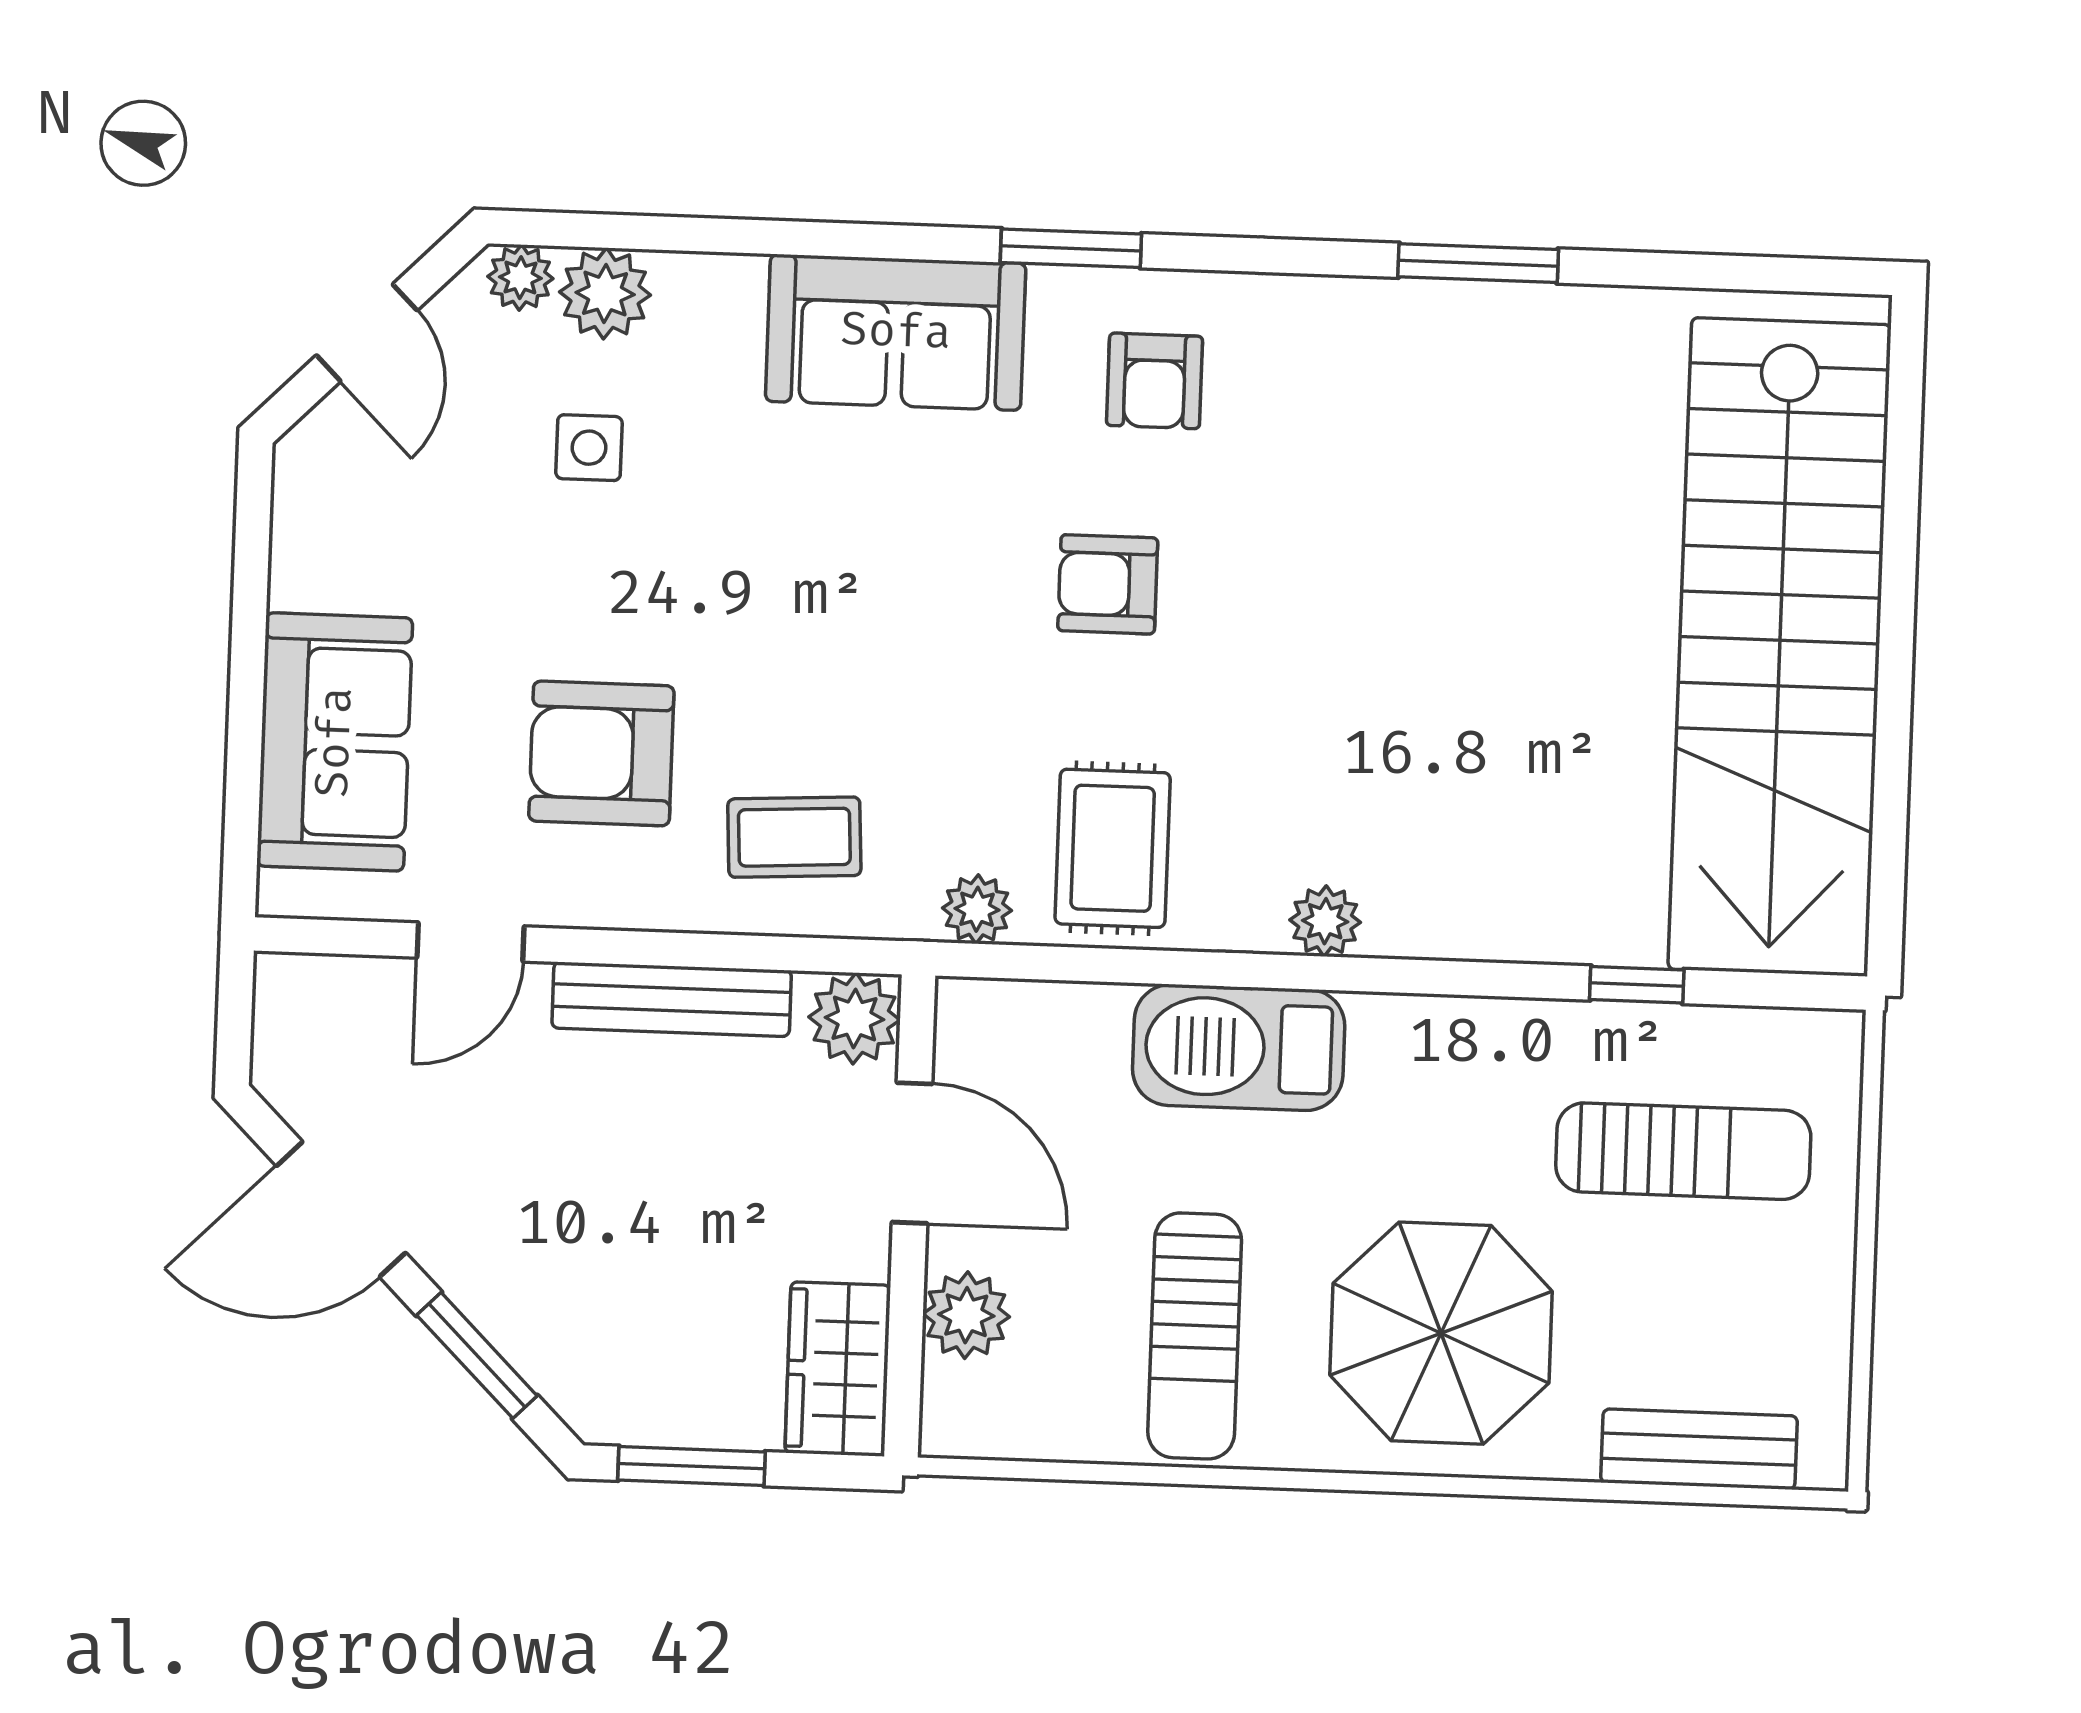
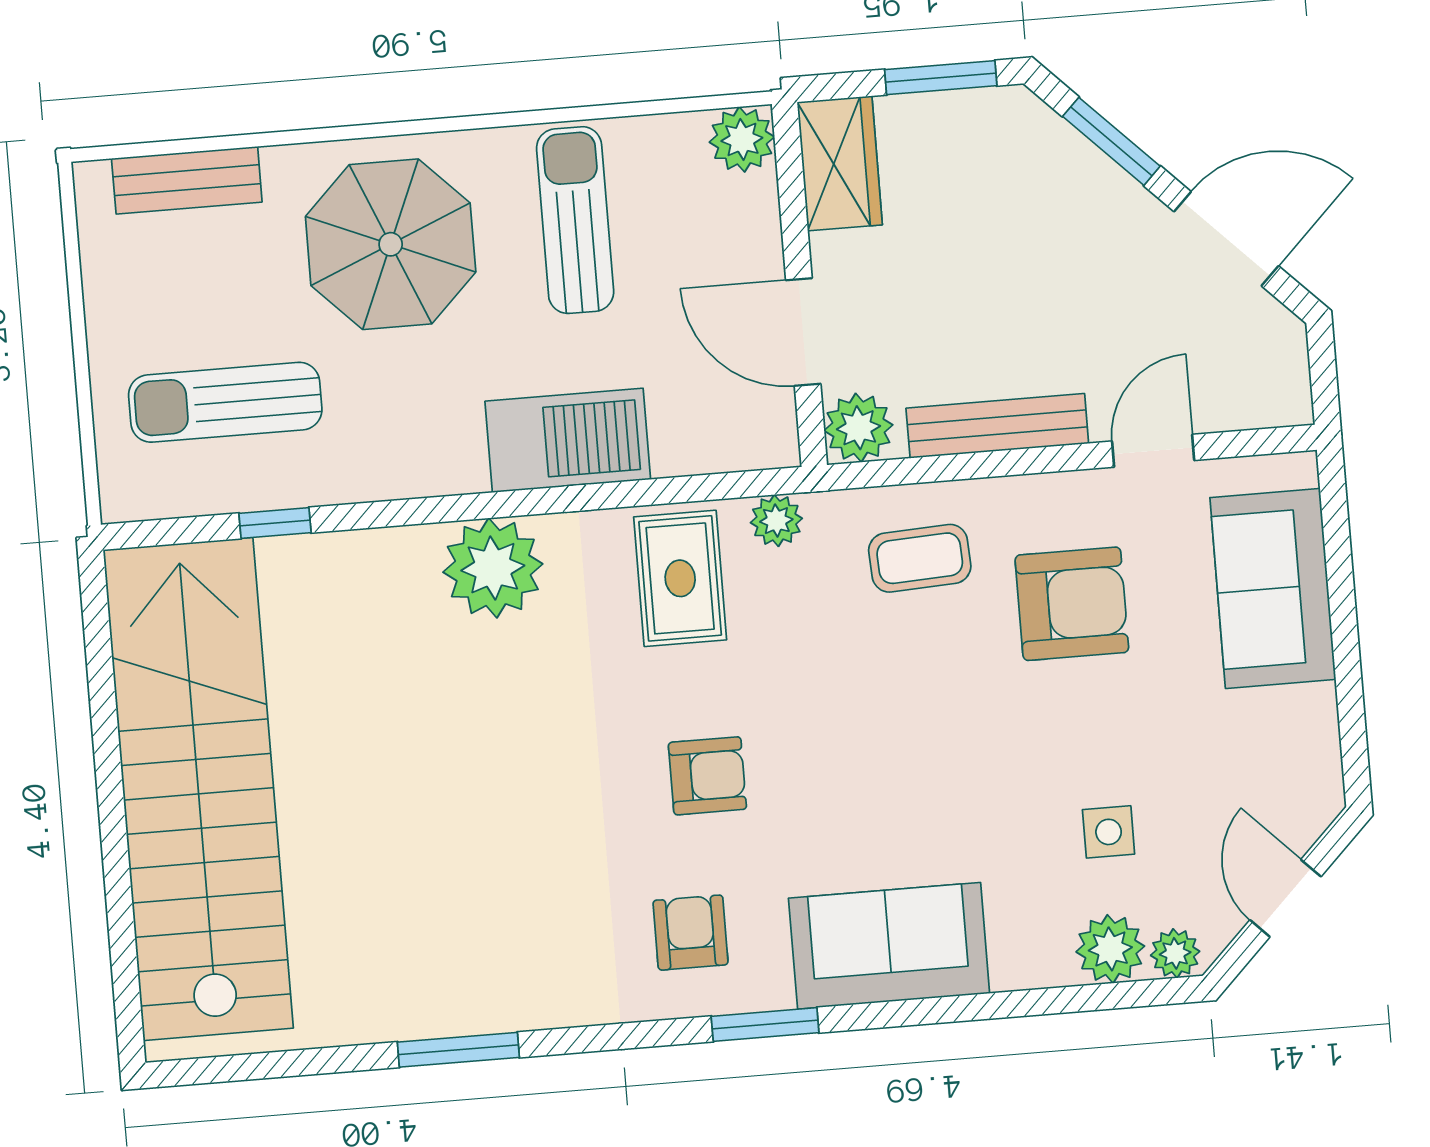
plant: (1325, 921) -> (493, 568), width x1.87, depth x1.87
plant: (966, 1315) -> (742, 139), moved

